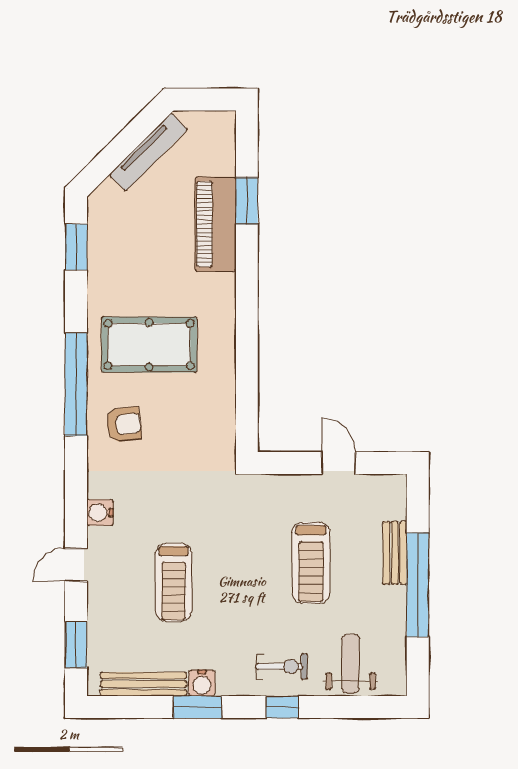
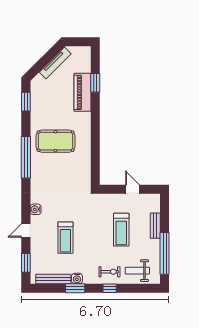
armchair: (124, 424) -> (45, 174), removed
window: (418, 585) -> (165, 253), moved
weight bench: (351, 664) -> (137, 271), turned -90

